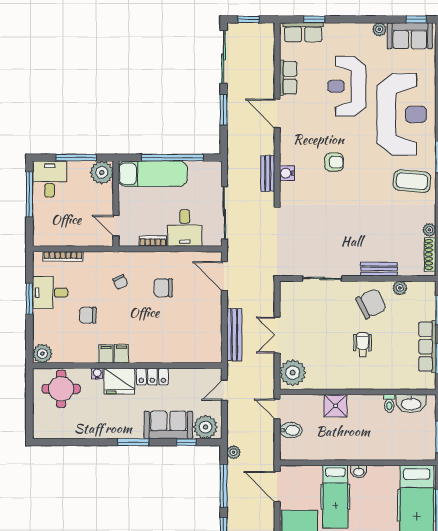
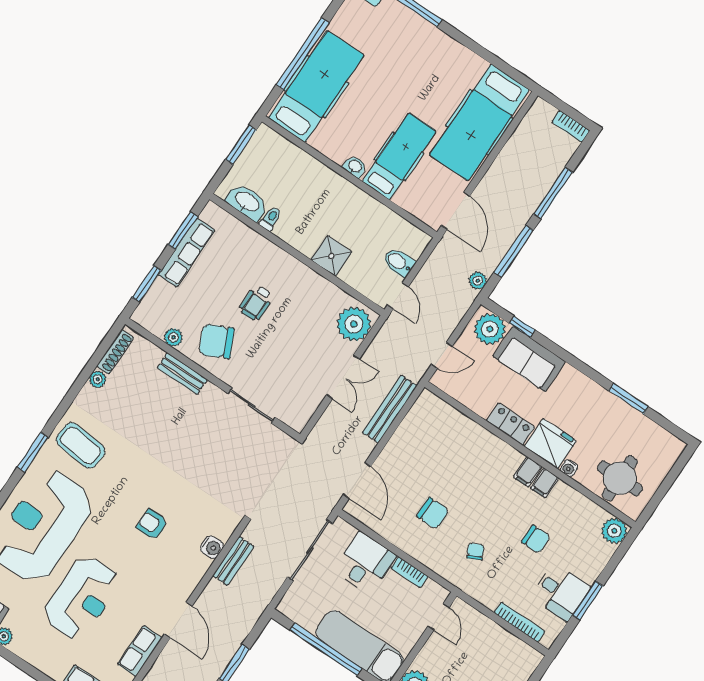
window: (133, 442) -> (629, 399), moved

